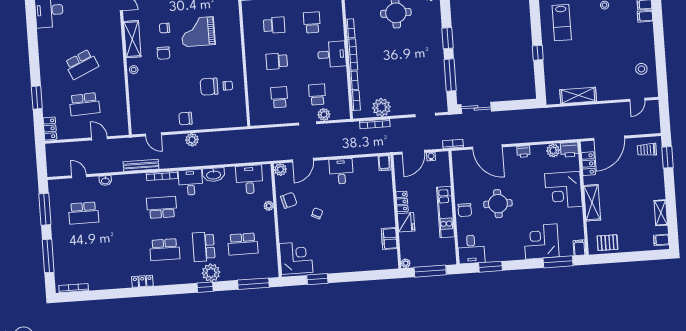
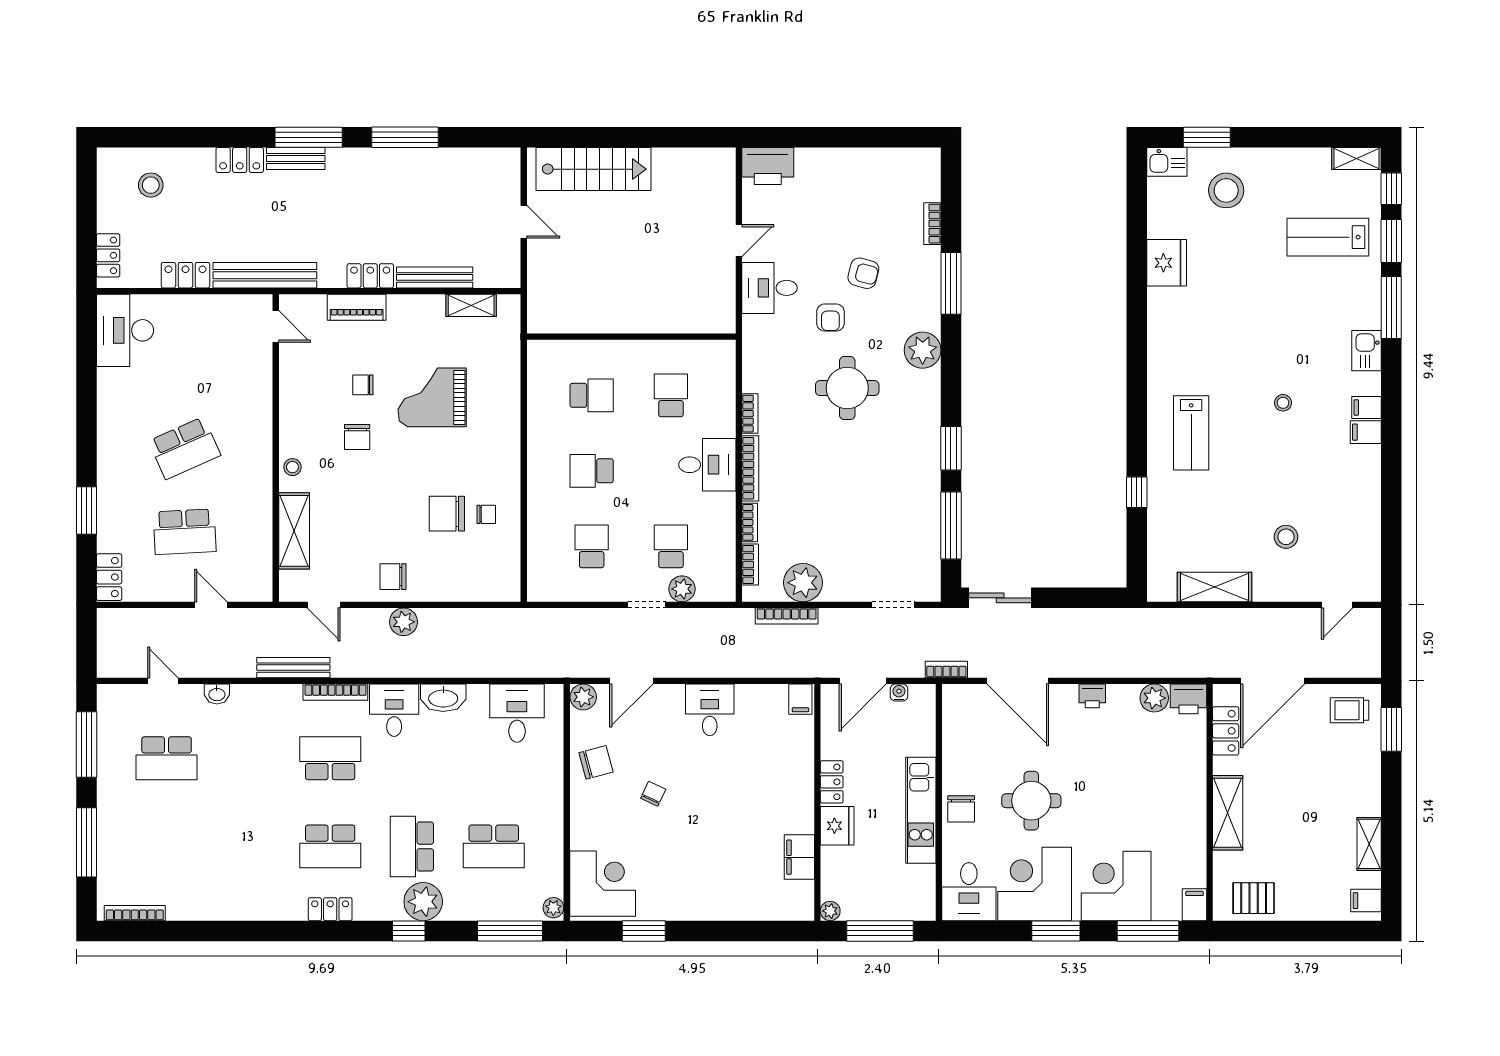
shelving: (132, 39) -> (294, 531), moved
stool: (641, 69) -> (1286, 537), moved
corner desk: (563, 190) -> (1035, 884), moved, turned 90
plant: (269, 206) -> (553, 908), moved
window: (491, 267) -> (1056, 931), moved
locker: (142, 281) -> (330, 909), moved

